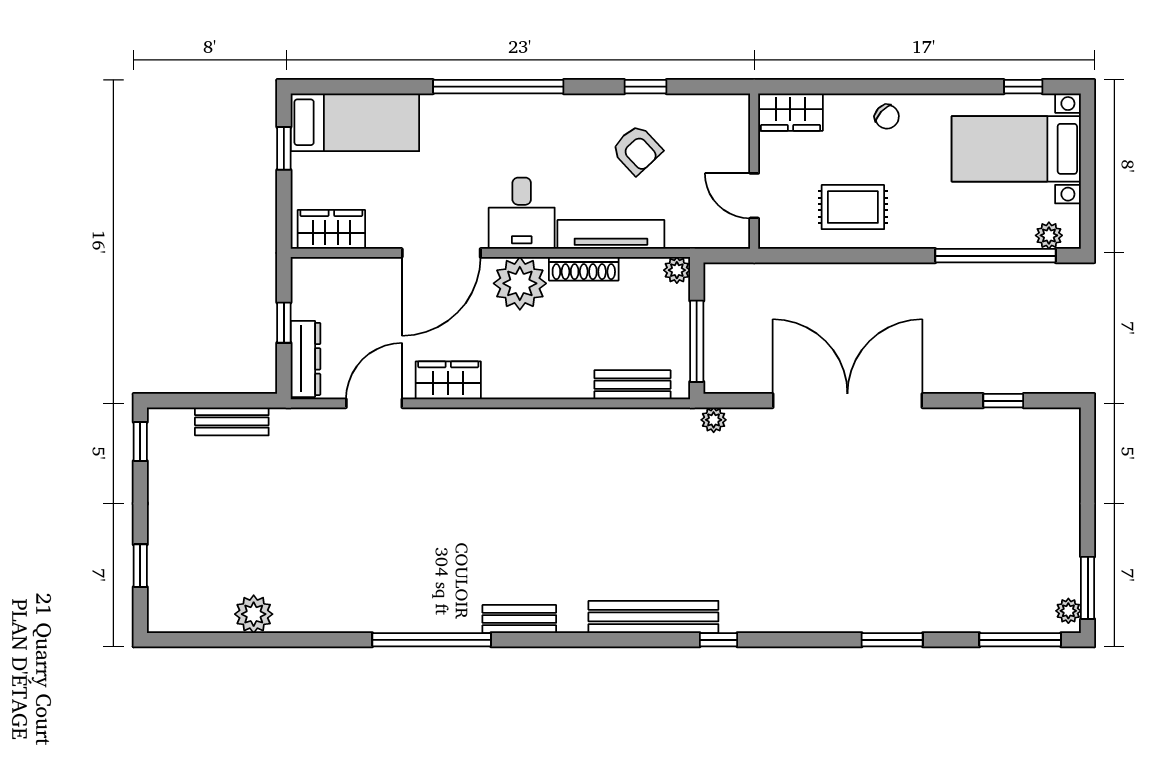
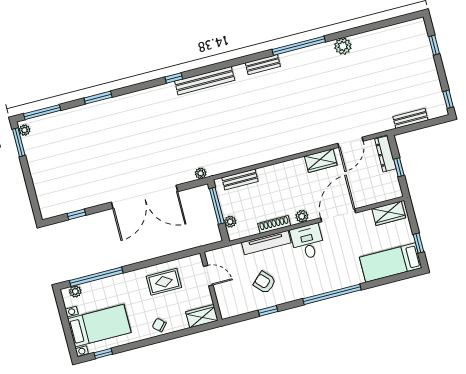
plant: (677, 270) -> (230, 222), moved
plant: (520, 283) -> (302, 216), width x0.53, depth x0.53
plant: (254, 614) -> (343, 46), moved

